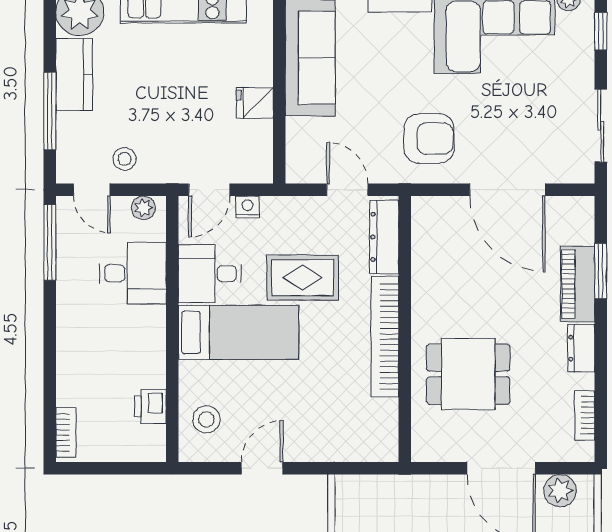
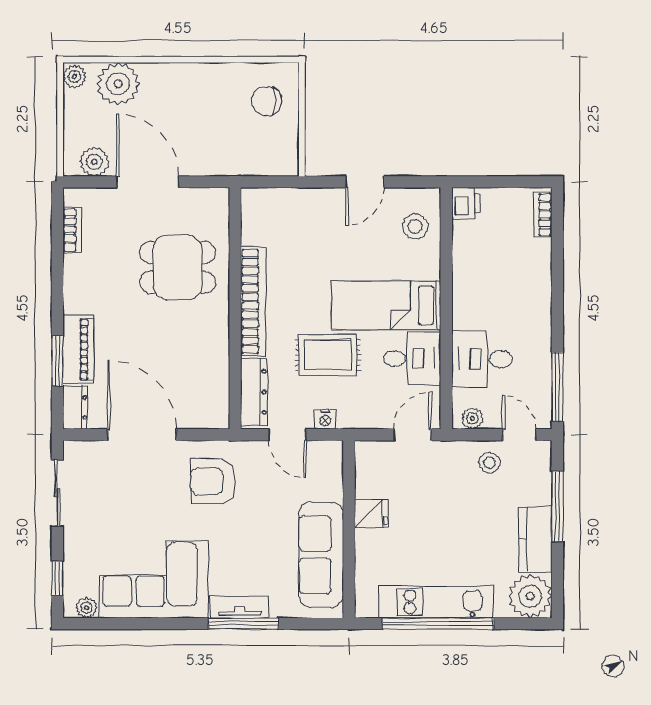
nightstand: (247, 207) -> (325, 419), moved
dresser: (581, 348) -> (75, 408), moved
printer: (150, 406) -> (466, 203), moved

